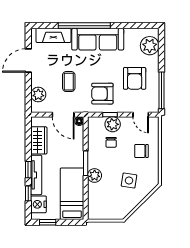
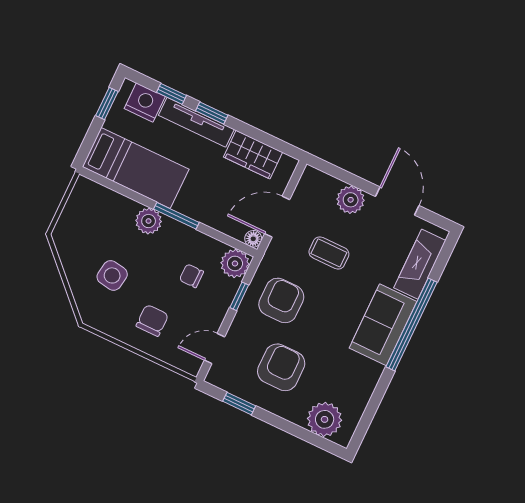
sofa: (98, 39) -> (383, 325), width x0.73
armchair: (135, 78) -> (281, 367), turned 90
window: (162, 90) -> (239, 404), width x0.46
plant: (38, 95) -> (351, 200), moved
plant: (113, 124) -> (235, 263), moved

